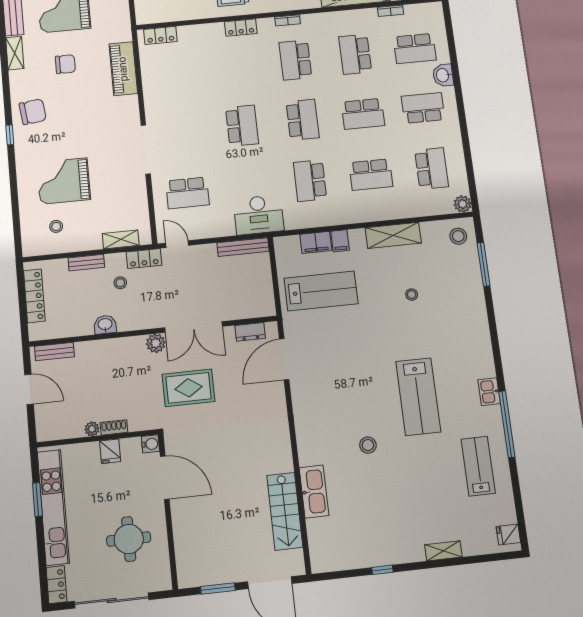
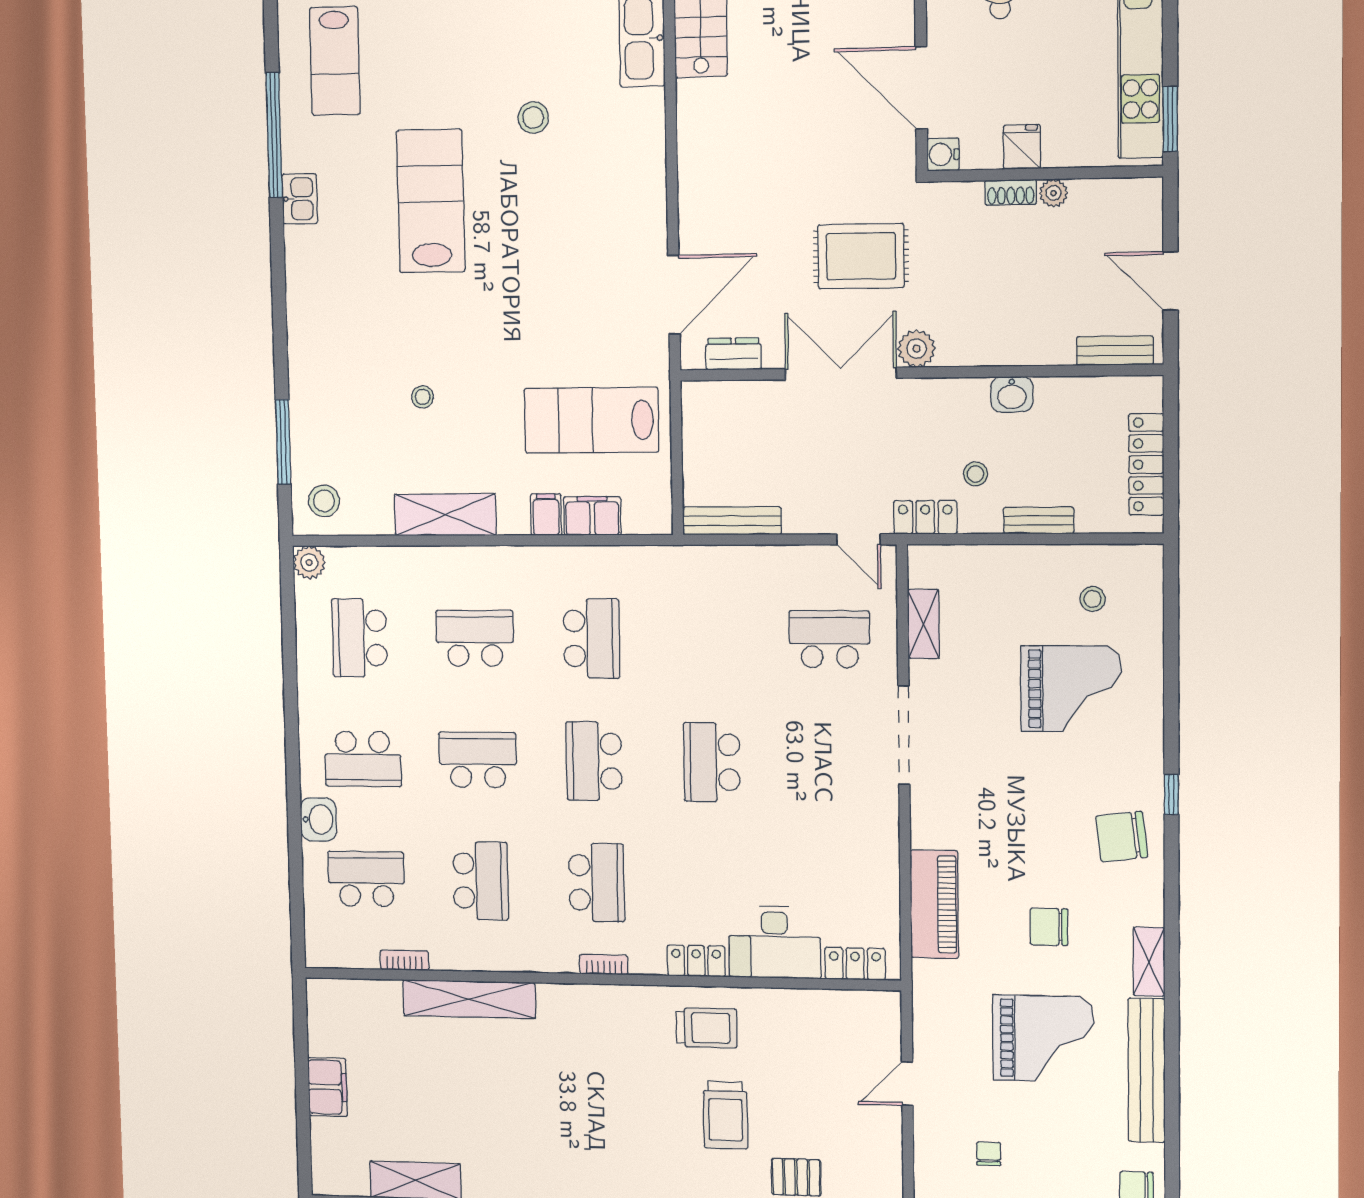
desk: (259, 215) -> (775, 942), moved, turned 180
shelving: (121, 239) -> (923, 624), moved, turned 90
window: (37, 500) -> (1170, 119), moved

